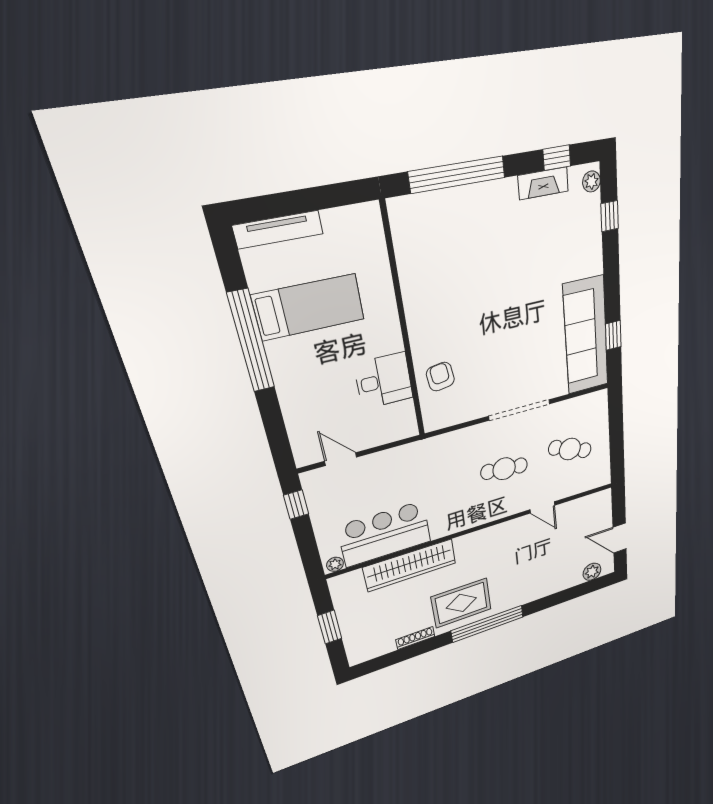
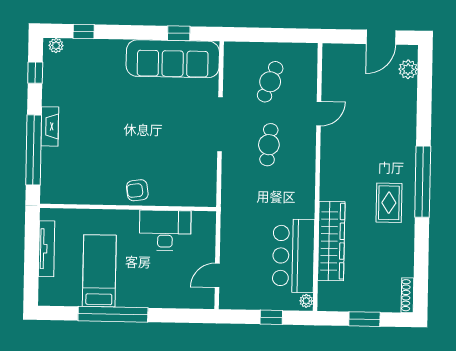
fireplace: (543, 183) -> (50, 126), moved
tv unit: (278, 230) -> (47, 249), moved
armchair: (440, 377) -> (137, 190), moved
desk: (384, 381) -> (165, 230), width x1.37
window: (296, 505) -> (271, 317), moved
rug: (461, 603) -> (389, 203), width x0.73, depth x0.70
shoe rack: (415, 638) -> (407, 295), moved

